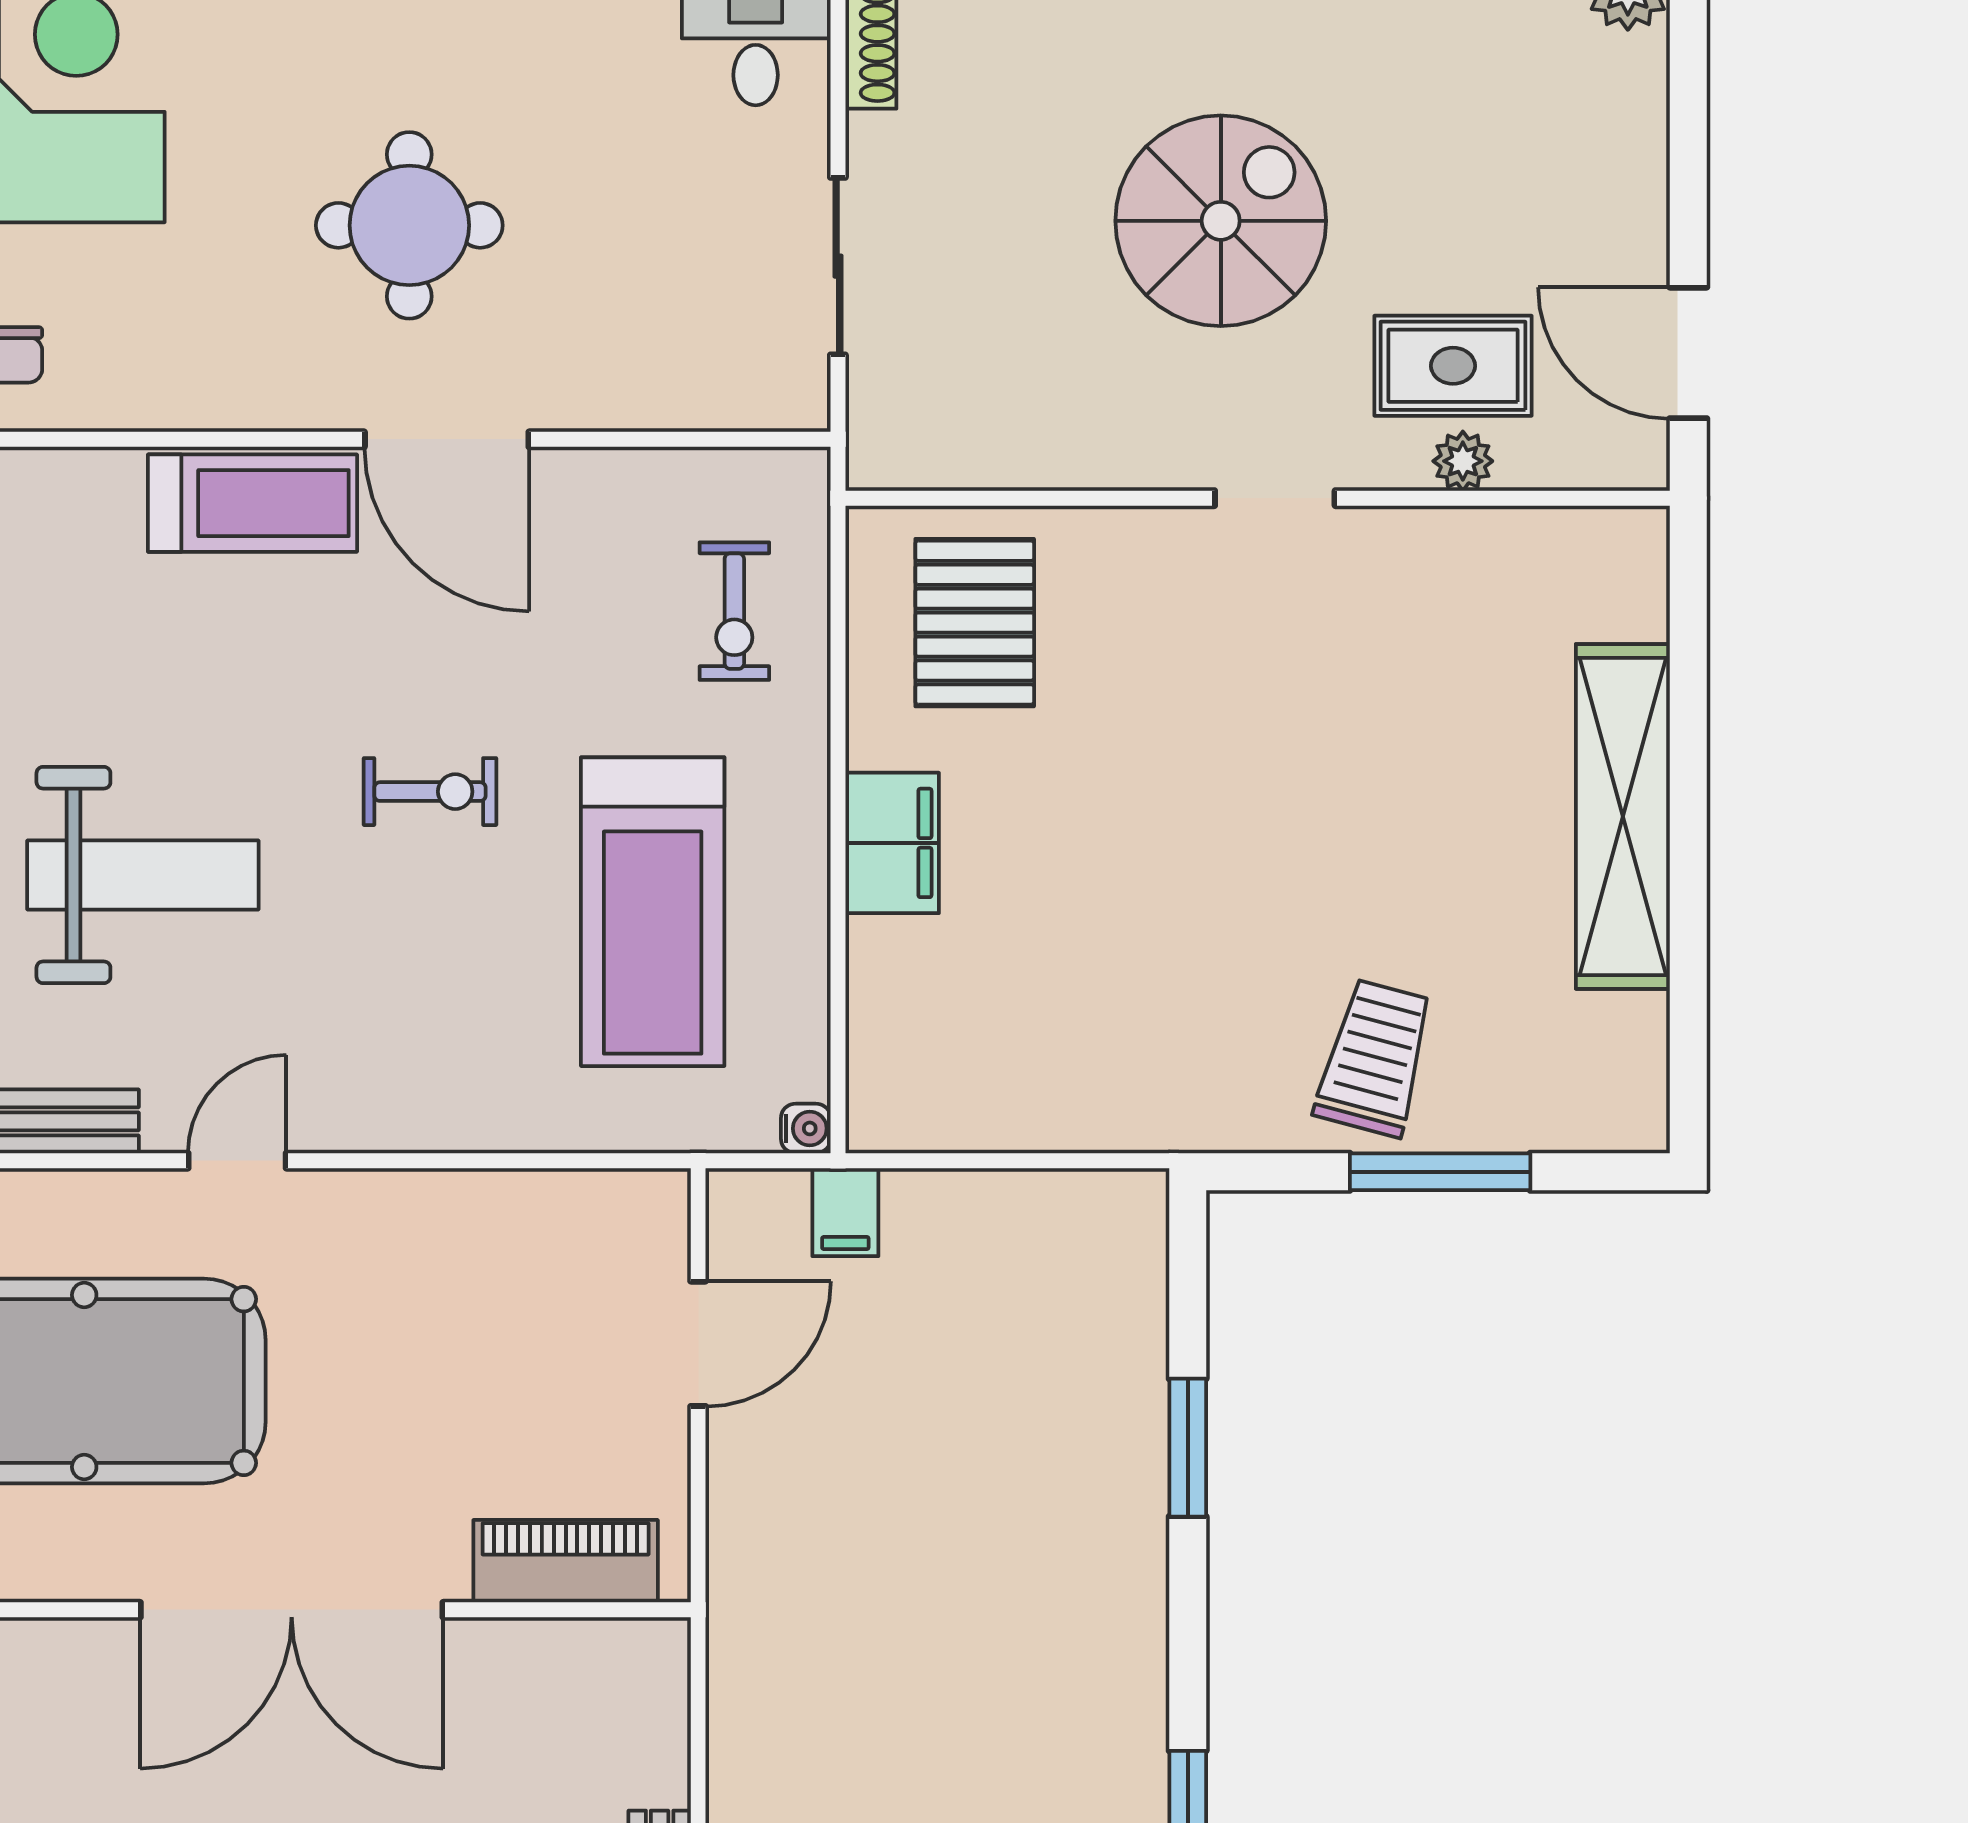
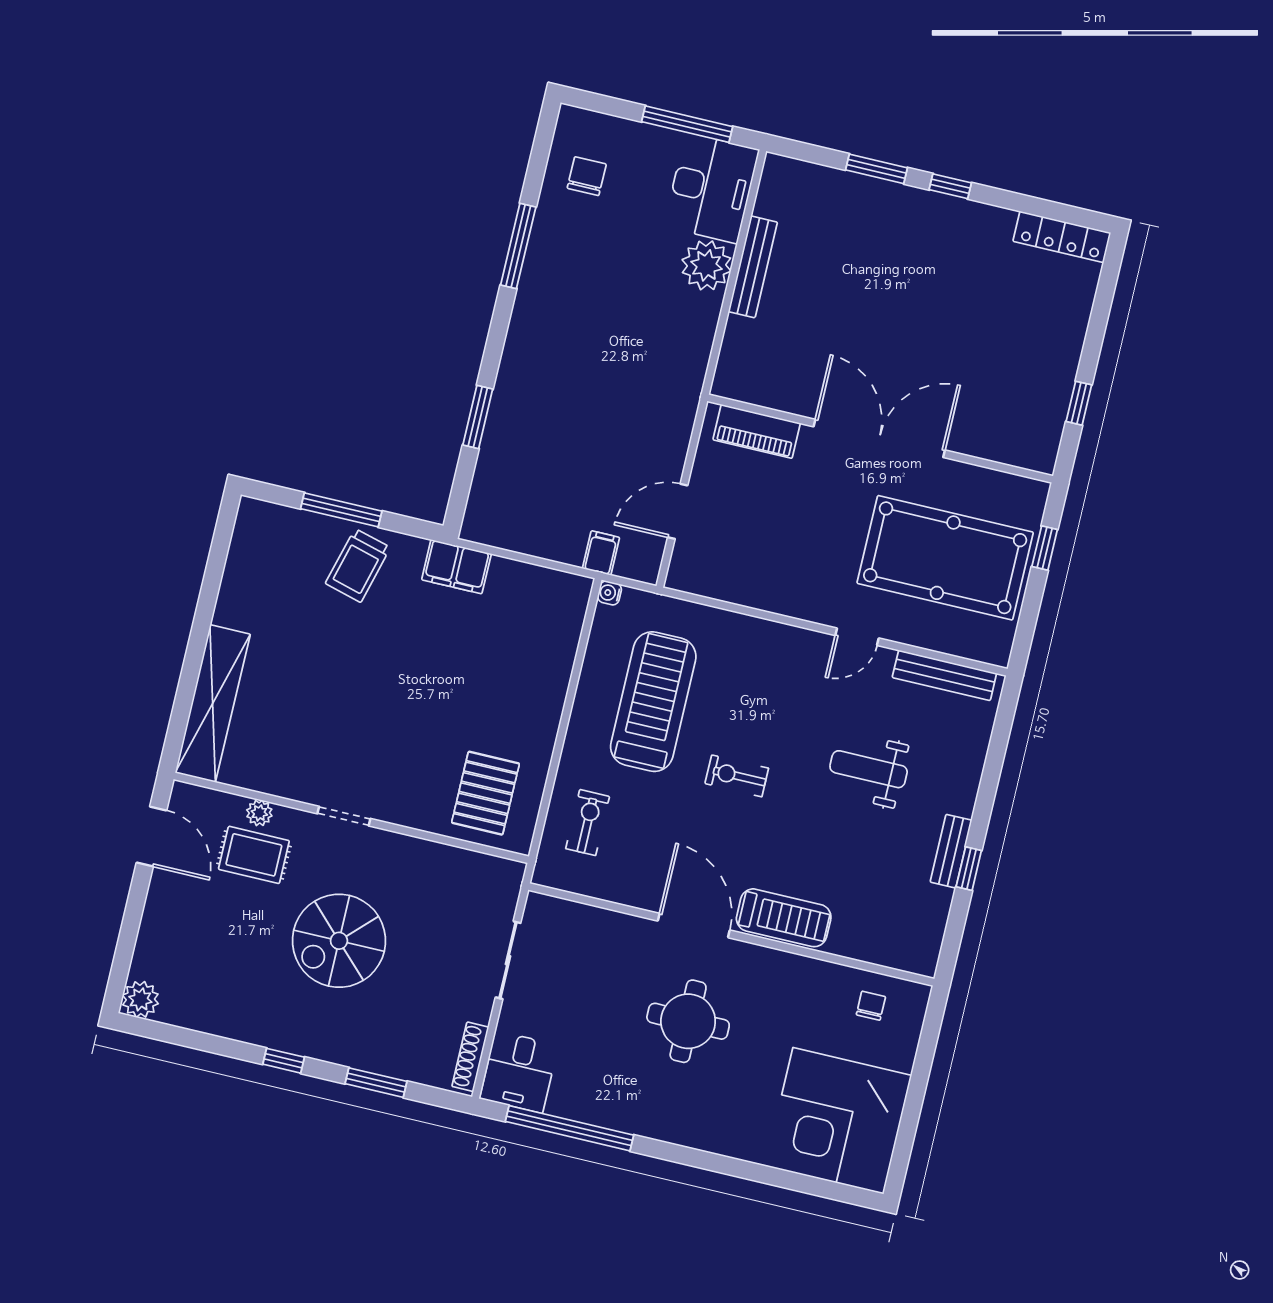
treadmill: (253, 503) -> (784, 918), turned 180
shelving: (1623, 816) -> (213, 704), moved
filing cabinet: (892, 843) -> (456, 567), moved, turned -90
weight bench: (143, 875) -> (869, 769), width x0.73, depth x0.75

